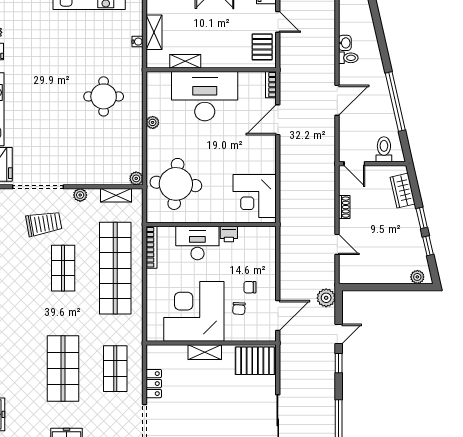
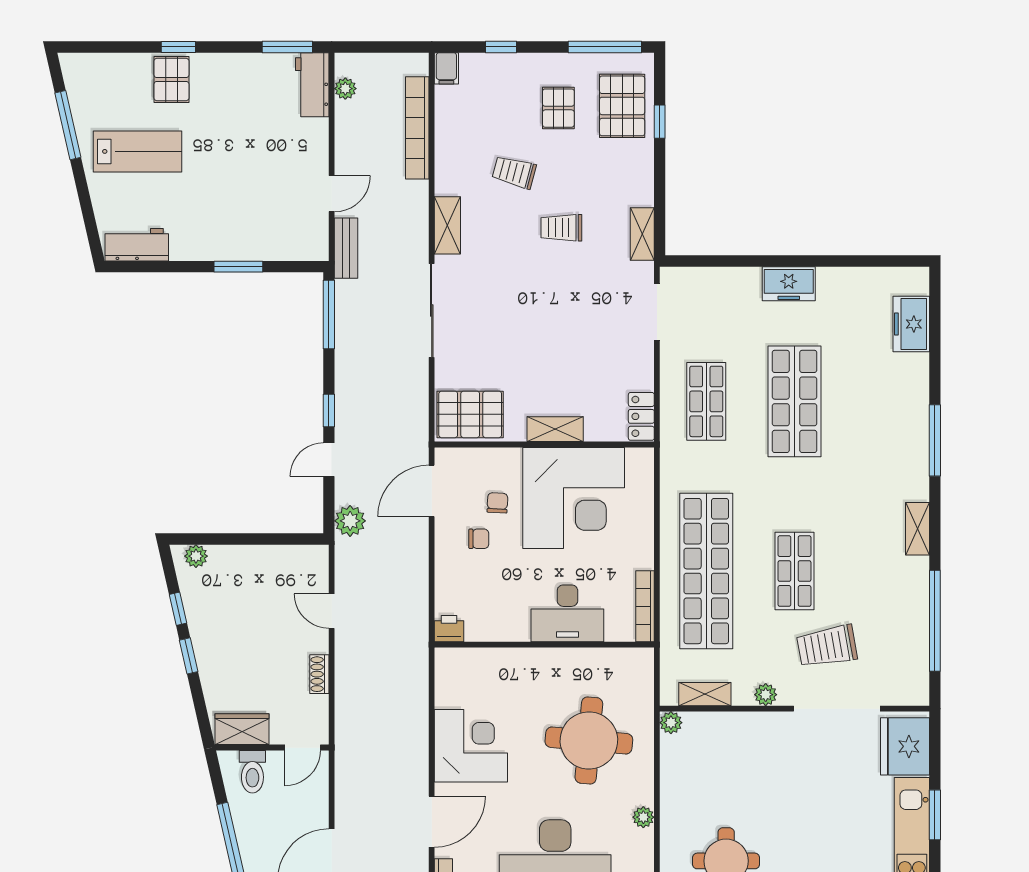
door: (354, 164) -> (303, 748), swing flipped
round table: (176, 184) -> (589, 740), moved
wardrobe: (403, 191) -> (242, 729), moved, turned -77
corner desk: (255, 196) -> (471, 746), moved
printer: (229, 234) -> (449, 629), moved
locker: (154, 384) -> (641, 416), moved

